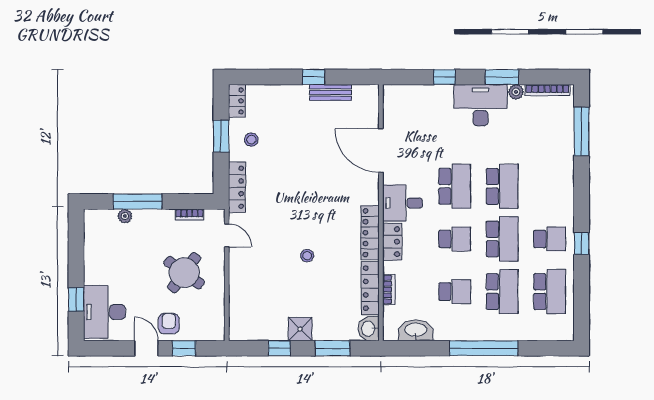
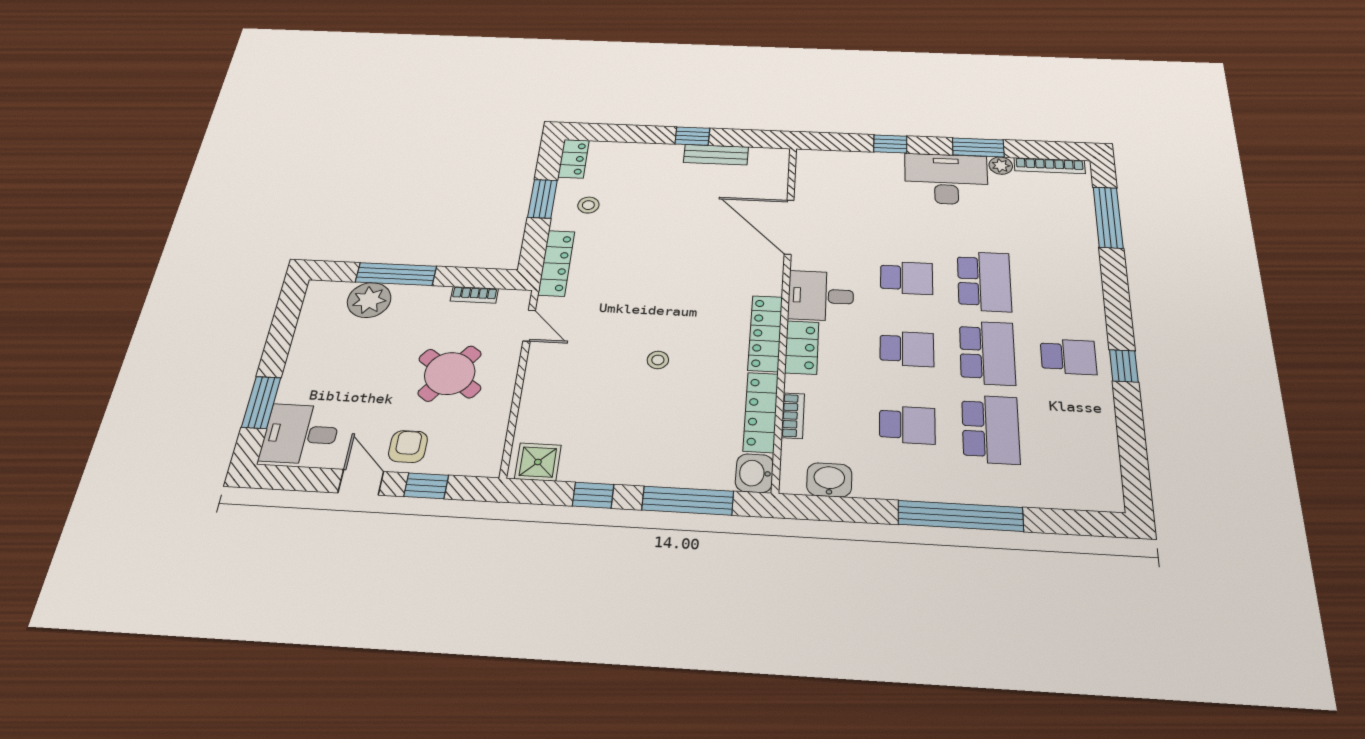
school desk: (455, 186) -> (906, 278), width x0.54
plant: (125, 216) -> (369, 300), width x1.88, depth x1.88
school desk: (550, 292) -> (1075, 434), removed
window: (76, 299) -> (261, 402), width x1.50
desk: (104, 312) -> (301, 434), width x0.73
shower: (300, 329) -> (538, 462), moved
washbasin: (416, 330) -> (829, 480), width x0.72
window: (333, 348) -> (688, 501), width x1.44

